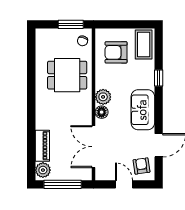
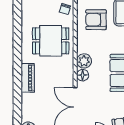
piano: (42, 146) -> (28, 78), moved

